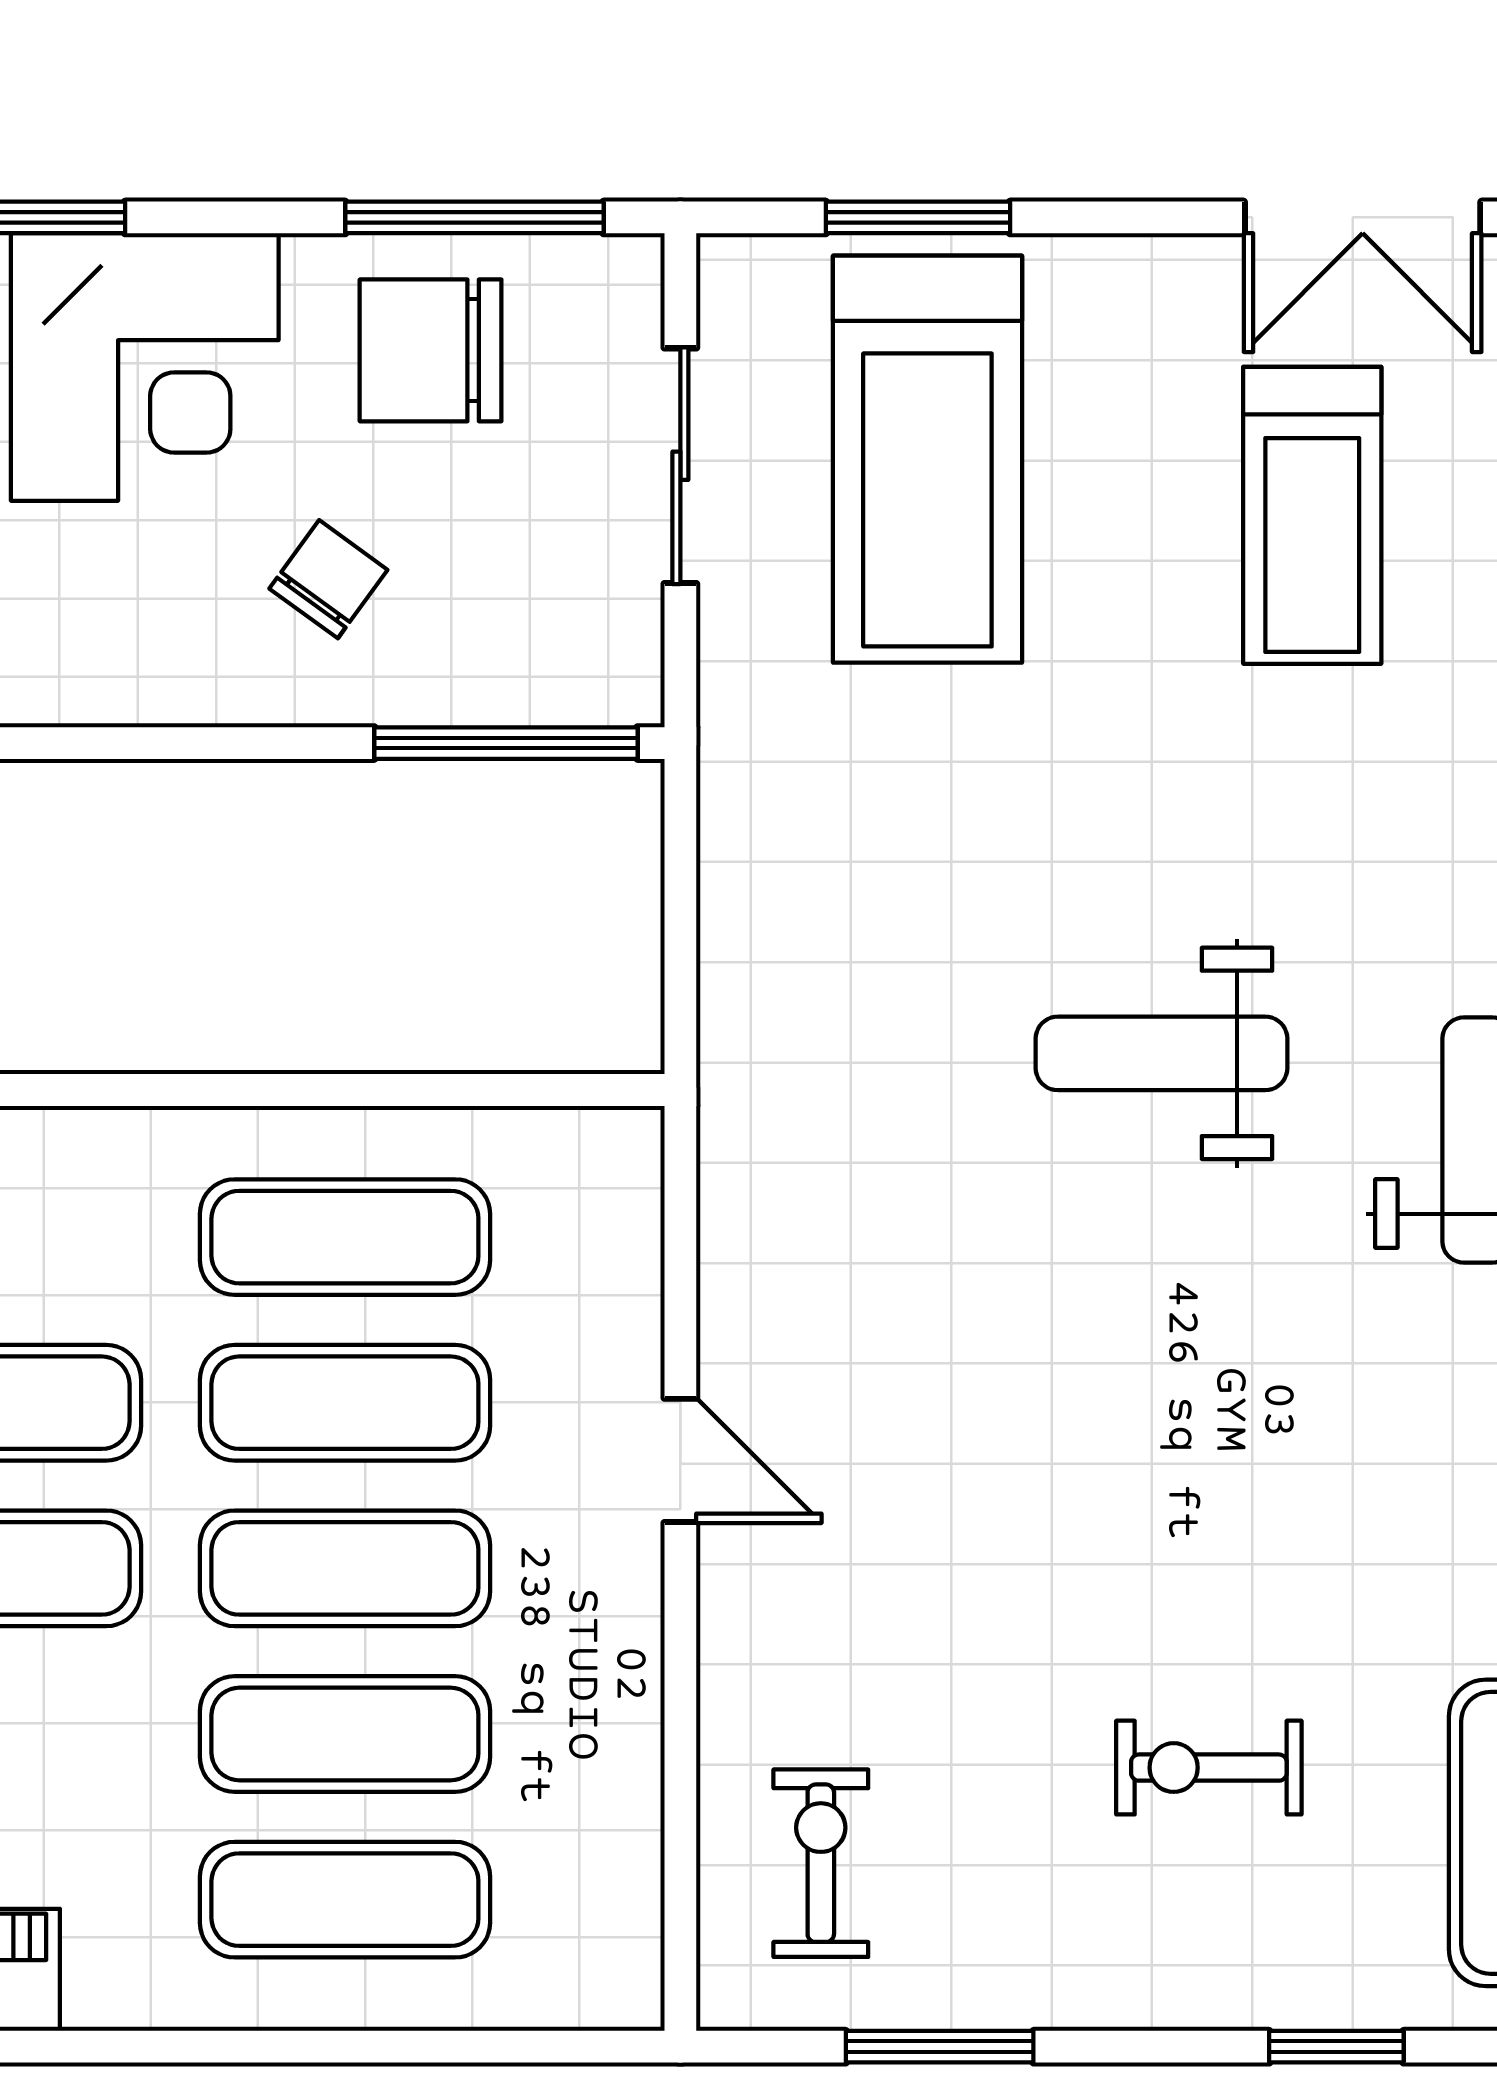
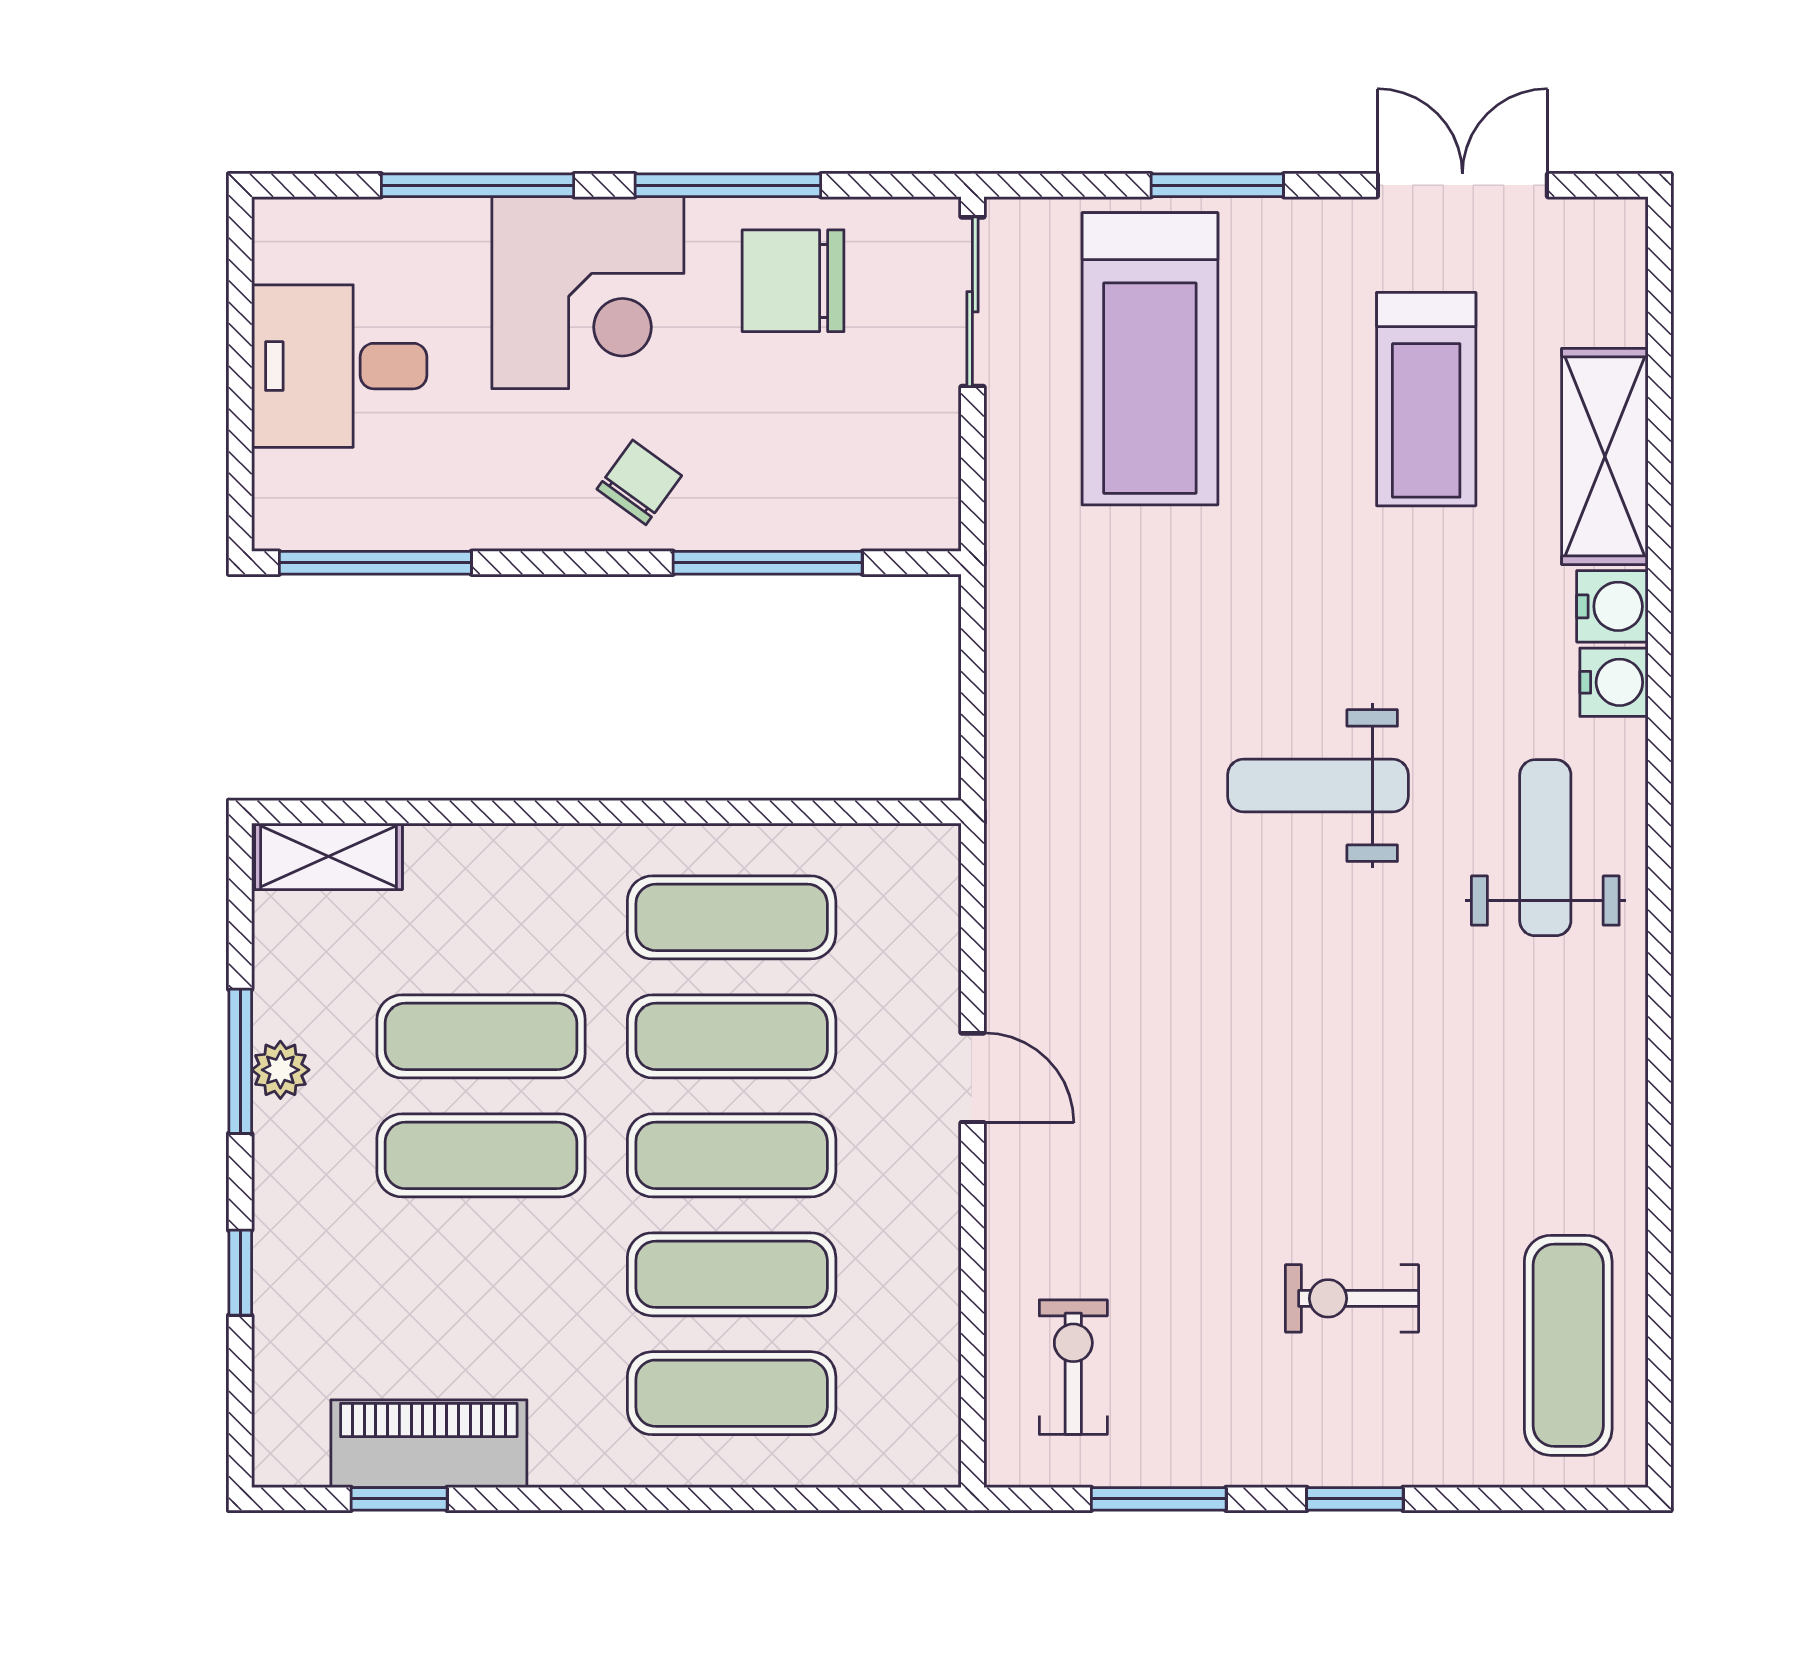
window: (474, 217) -> (728, 185), moved
window: (918, 217) -> (1217, 185), moved
double door: (1363, 217) -> (1462, 185), swing flipped
sliding door: (680, 466) -> (972, 302), moved
chair: (328, 579) -> (639, 482), moved
window: (506, 743) -> (768, 563), moved
window: (1336, 2047) -> (1355, 1499), moved

